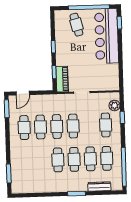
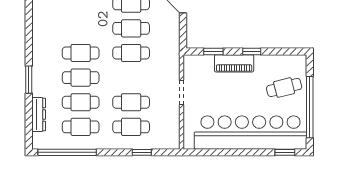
bar counter: (107, 36) -> (251, 132), width x1.36
piano: (62, 79) -> (234, 63), moved
plant: (114, 105) -> (160, 141), removed
cafe table: (73, 126) -> (131, 102), moved

